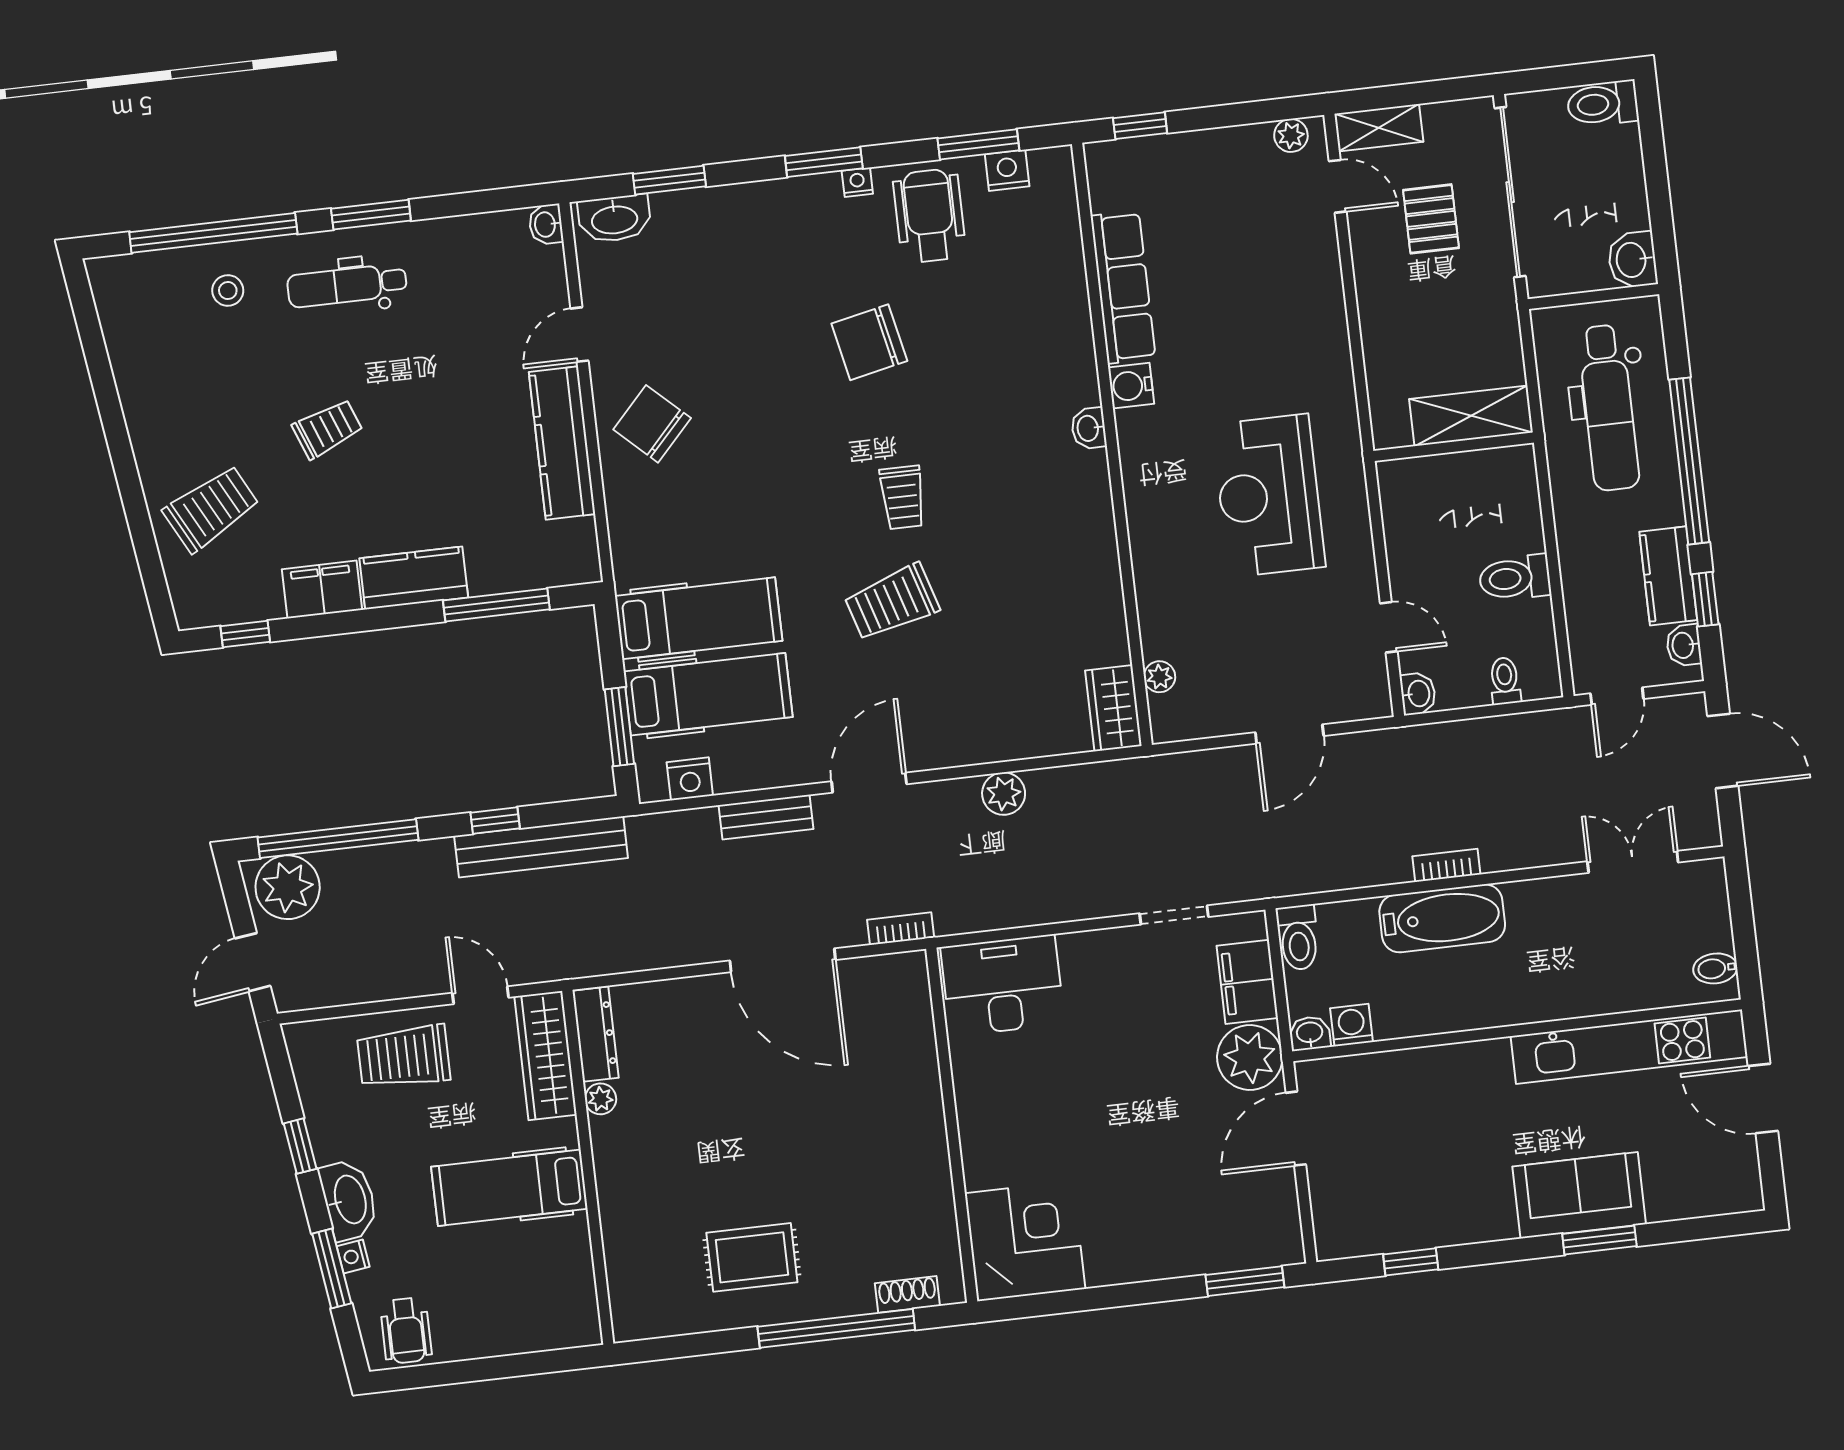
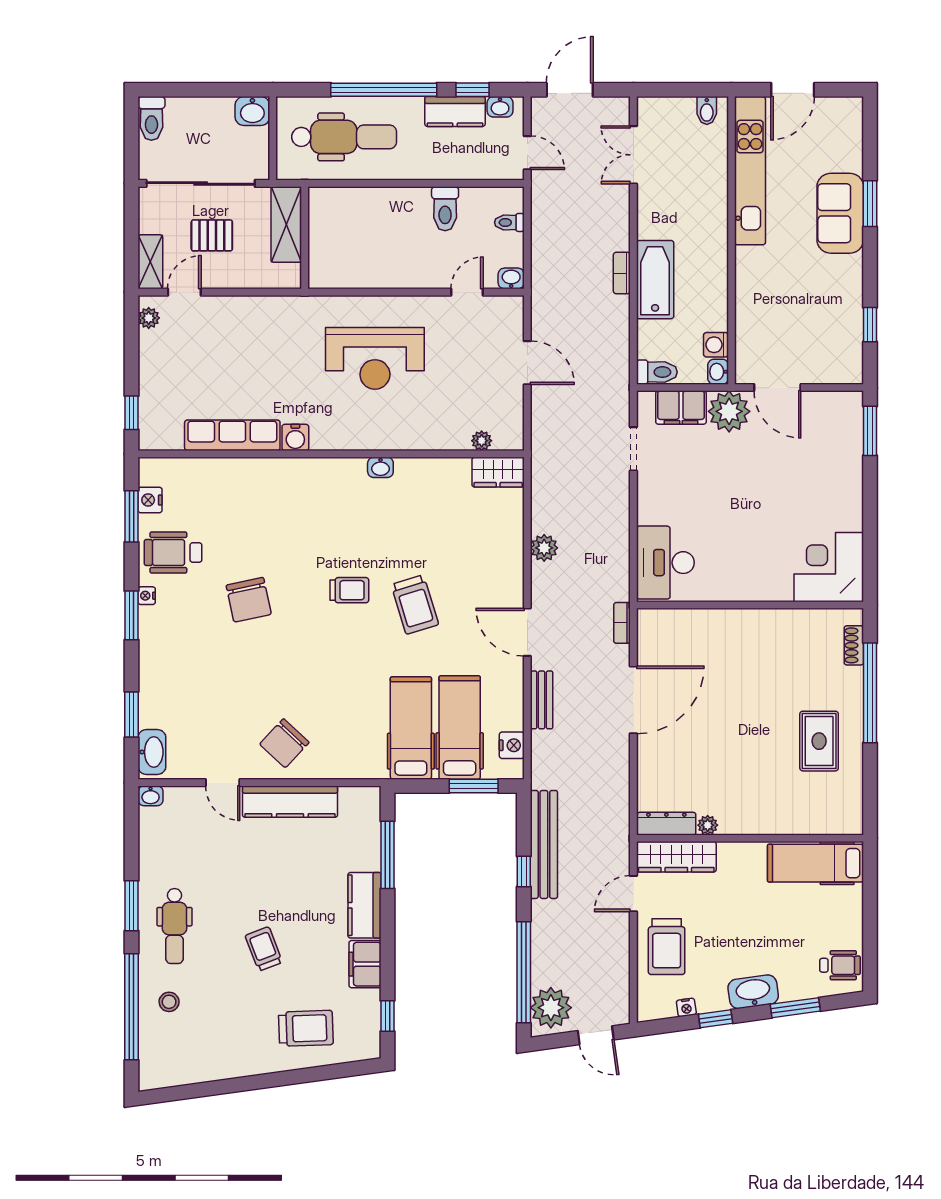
shelving: (1471, 416) -> (286, 225), moved
washbasin: (1089, 428) -> (380, 467), moved
wall: (1454, 447) -> (305, 238), moved
trolley: (211, 509) -> (306, 1028), turned 116
hospital bed: (509, 1188) -> (816, 863), moved, turned 90
nightstand: (353, 1256) -> (686, 1007), moved

